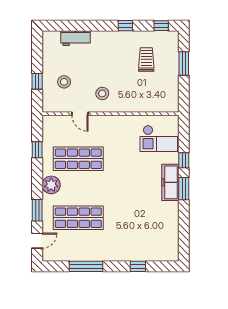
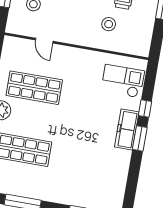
stool: (102, 93) -> (109, 24), moved
checkout: (159, 138) -> (123, 81), turned 180

